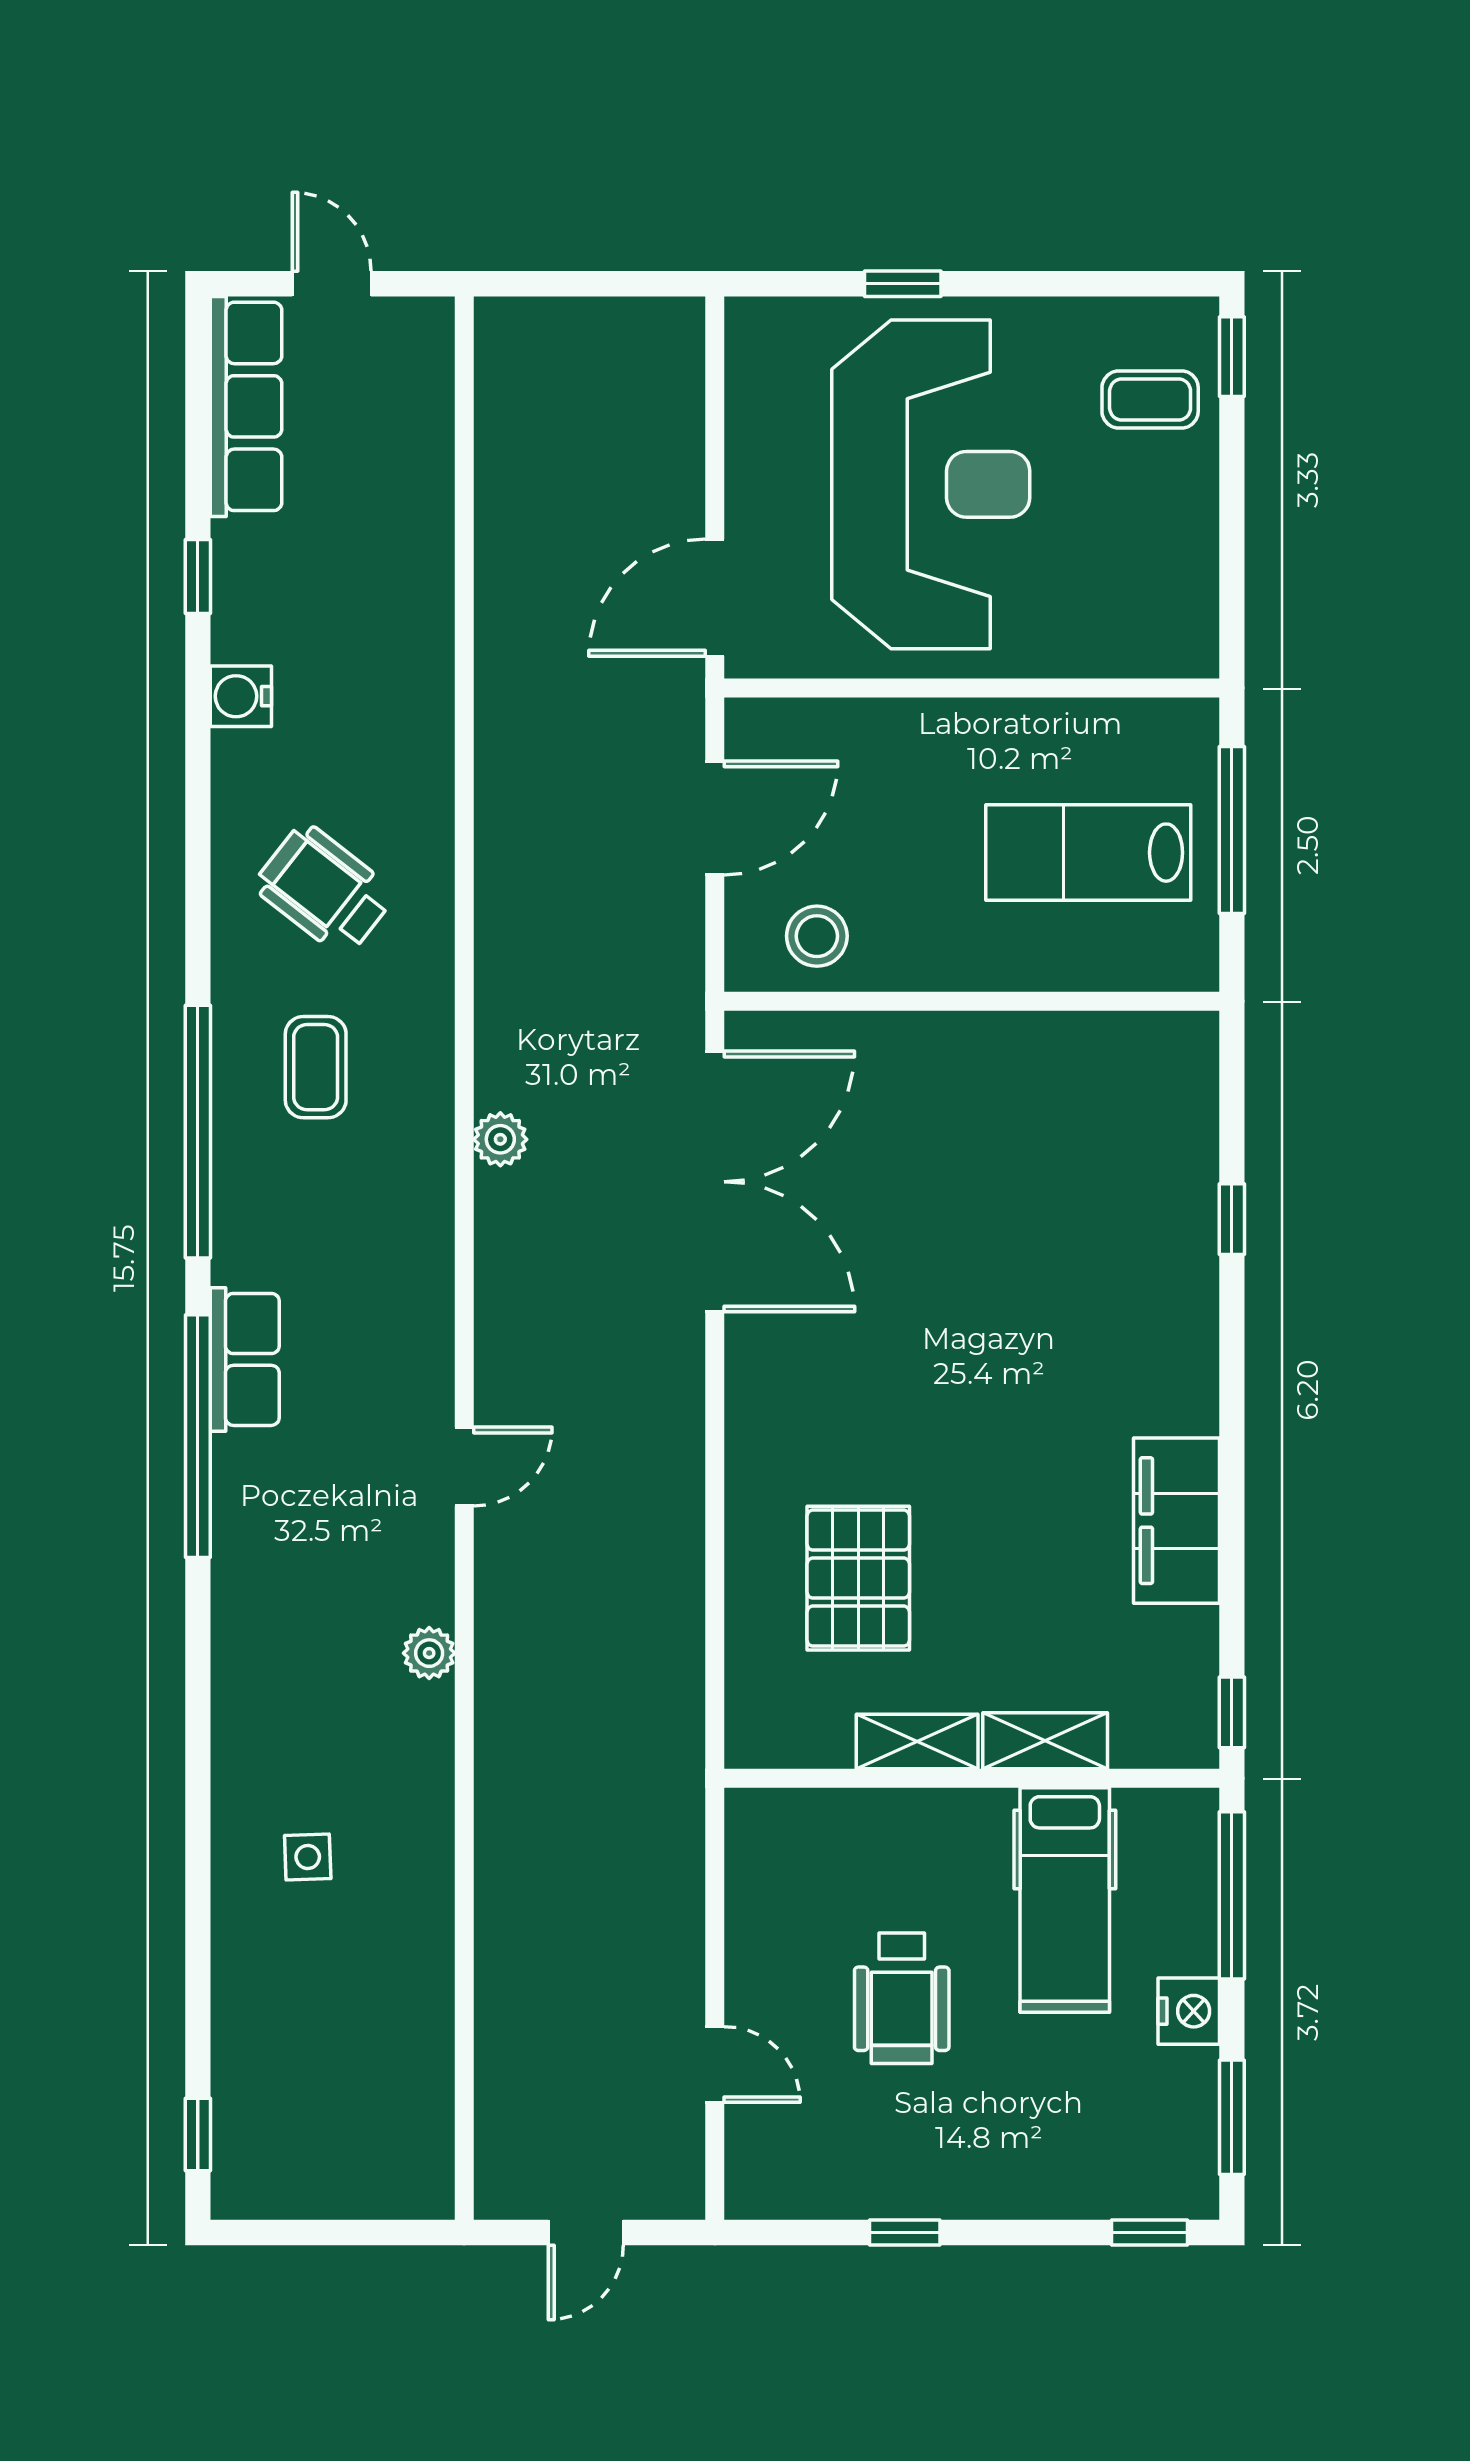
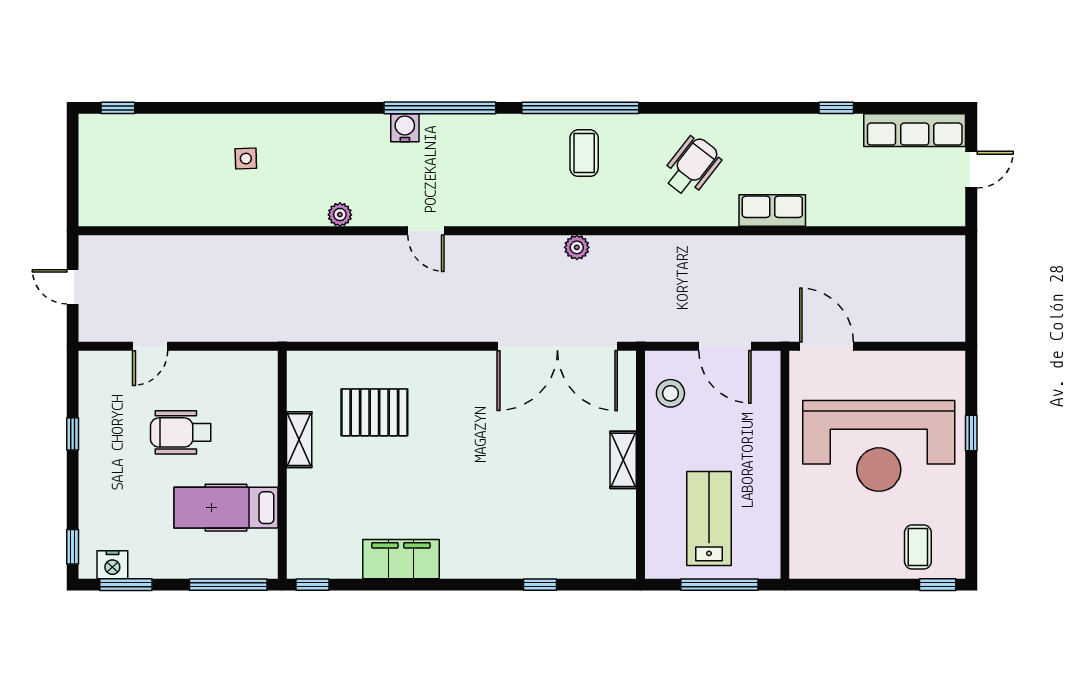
water cooler: (241, 696) -> (405, 128), moved
coffee table: (316, 1067) -> (584, 153), moved, turned 90
row of seats: (245, 1359) -> (772, 211), moved, turned 180
shelving: (1045, 1741) -> (623, 460), moved
nightstand: (1189, 2011) -> (112, 565), moved

